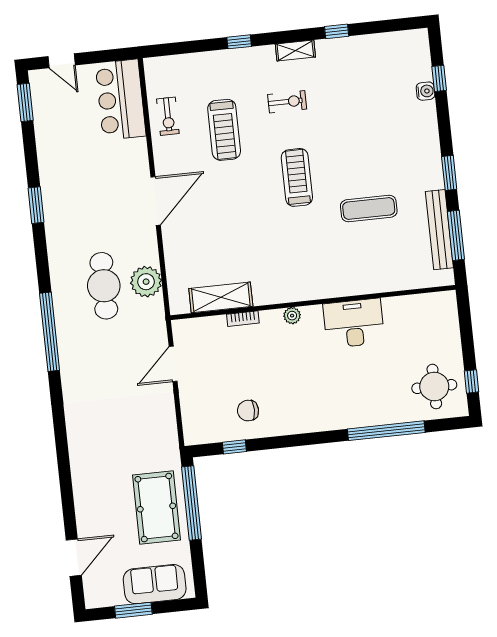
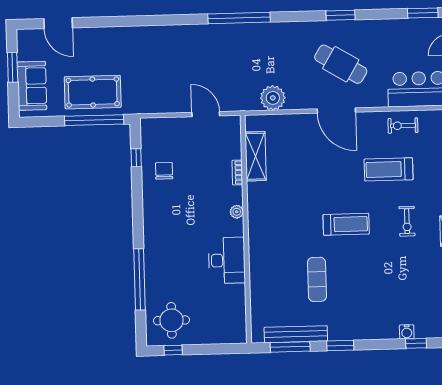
cafe table: (104, 286) -> (341, 64), moved, turned 31

